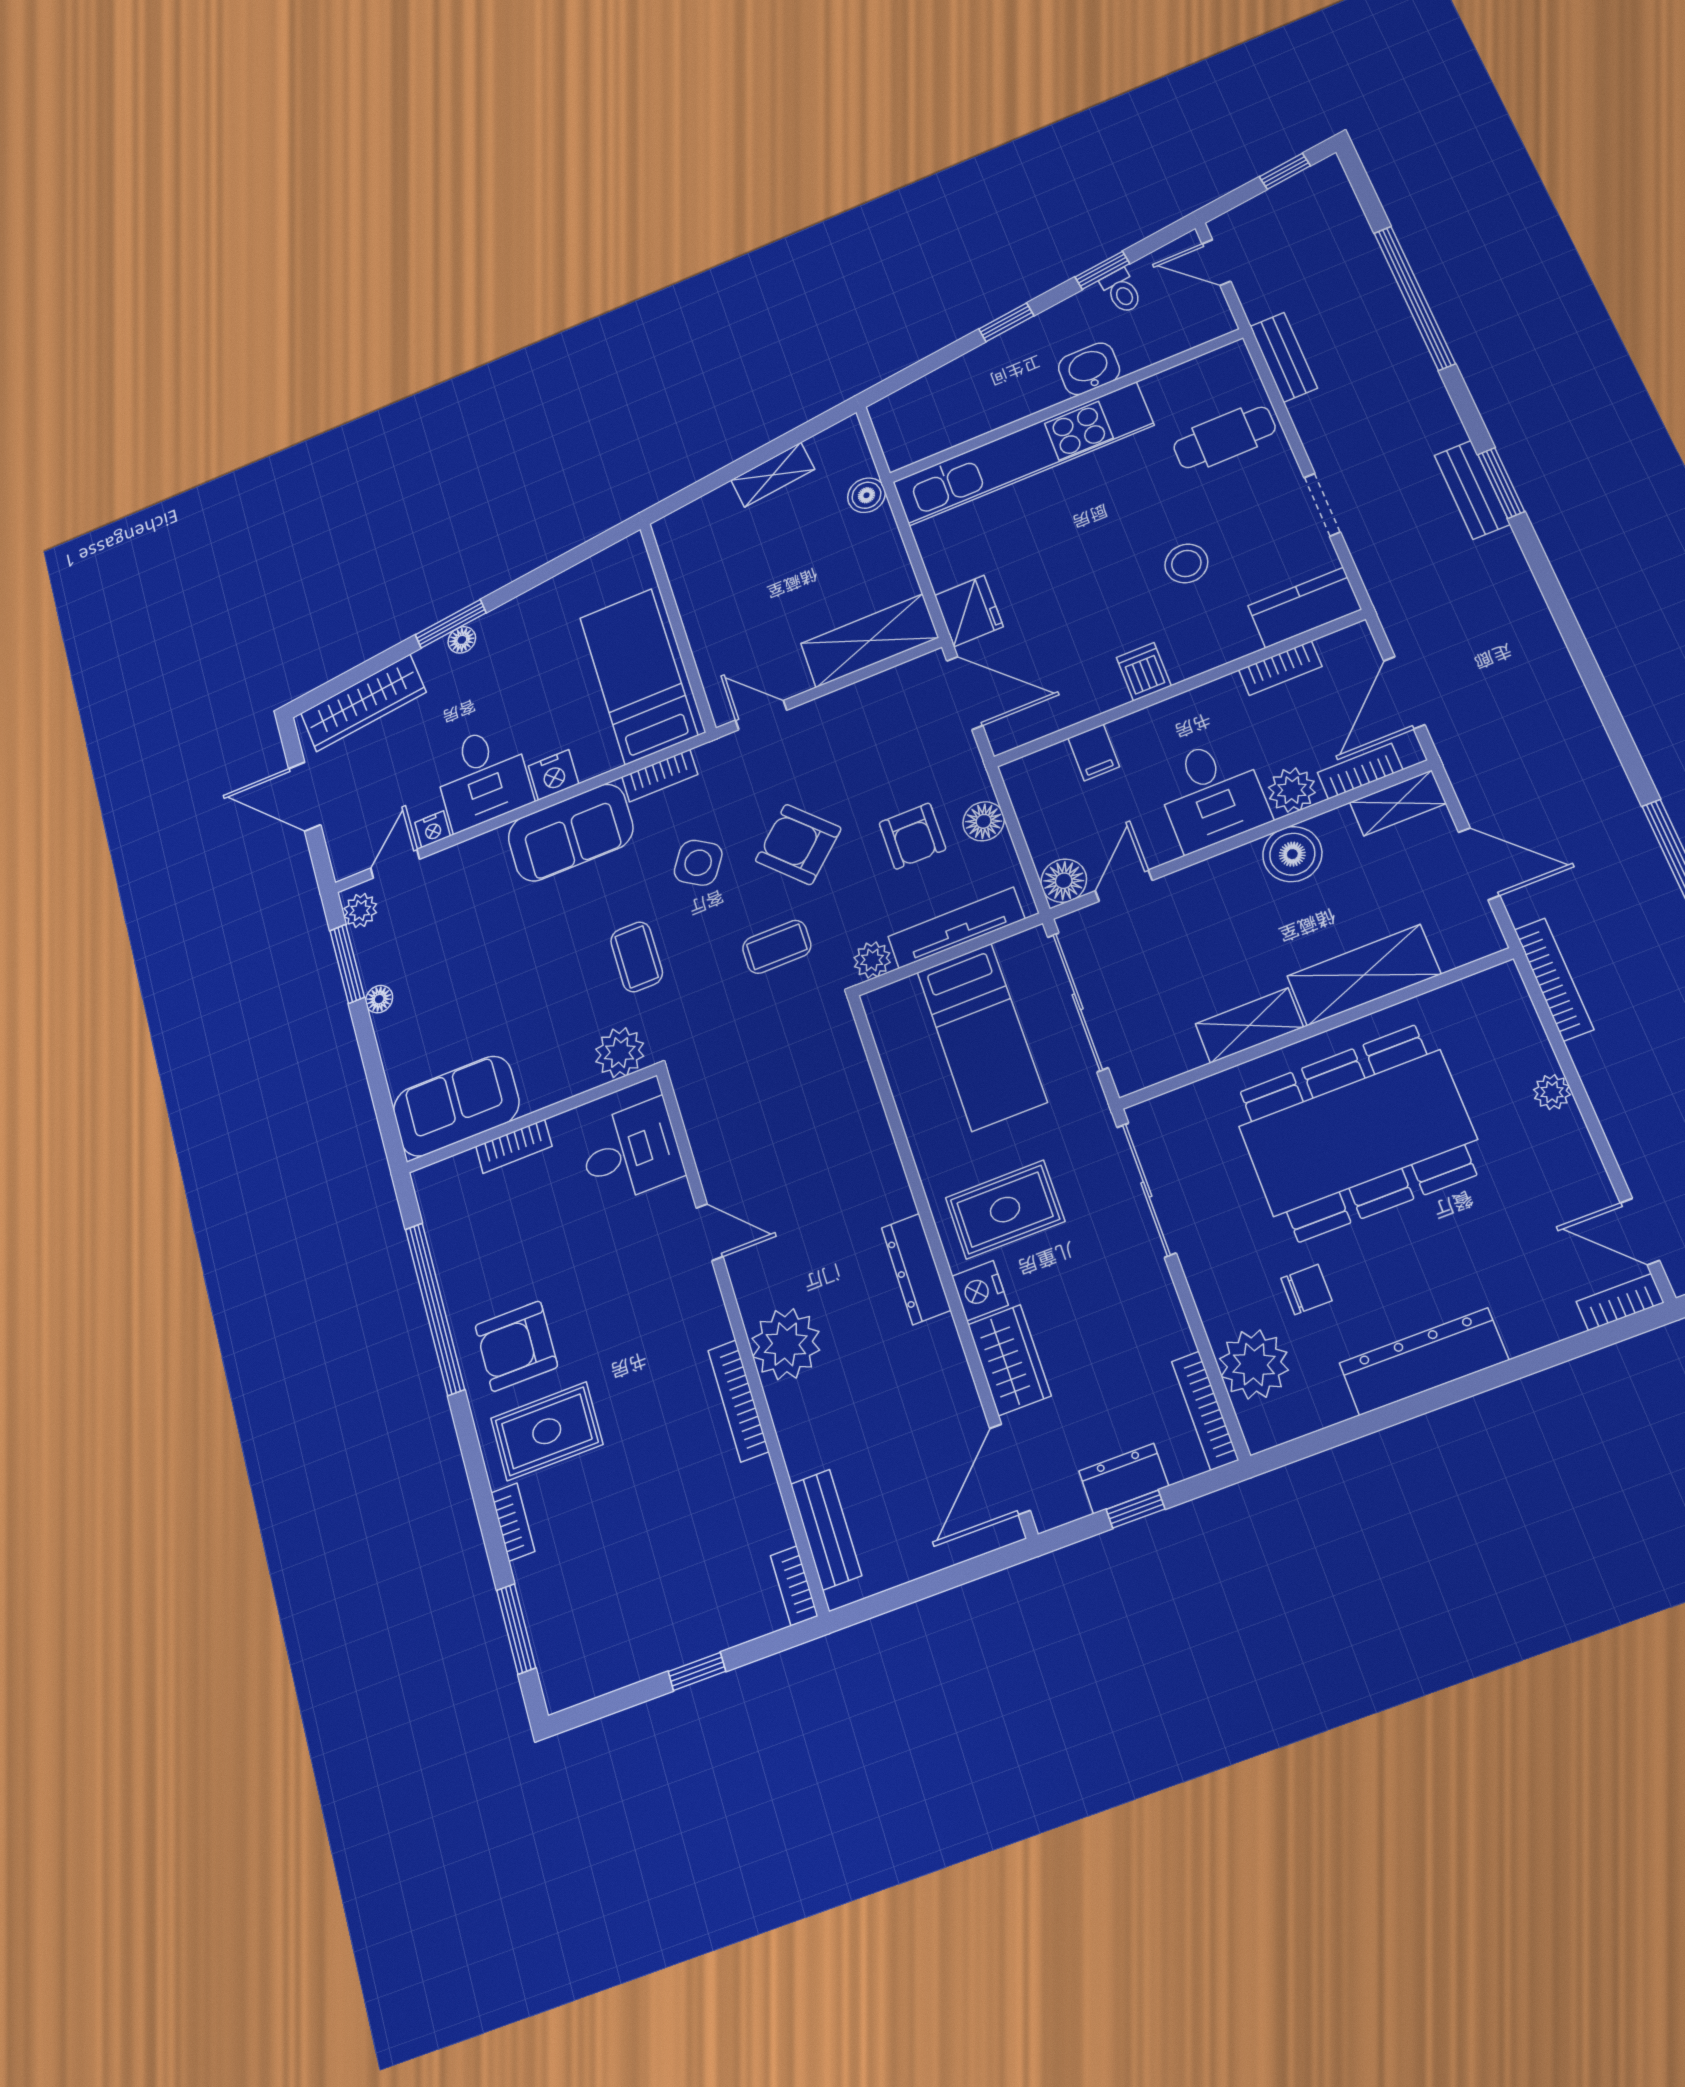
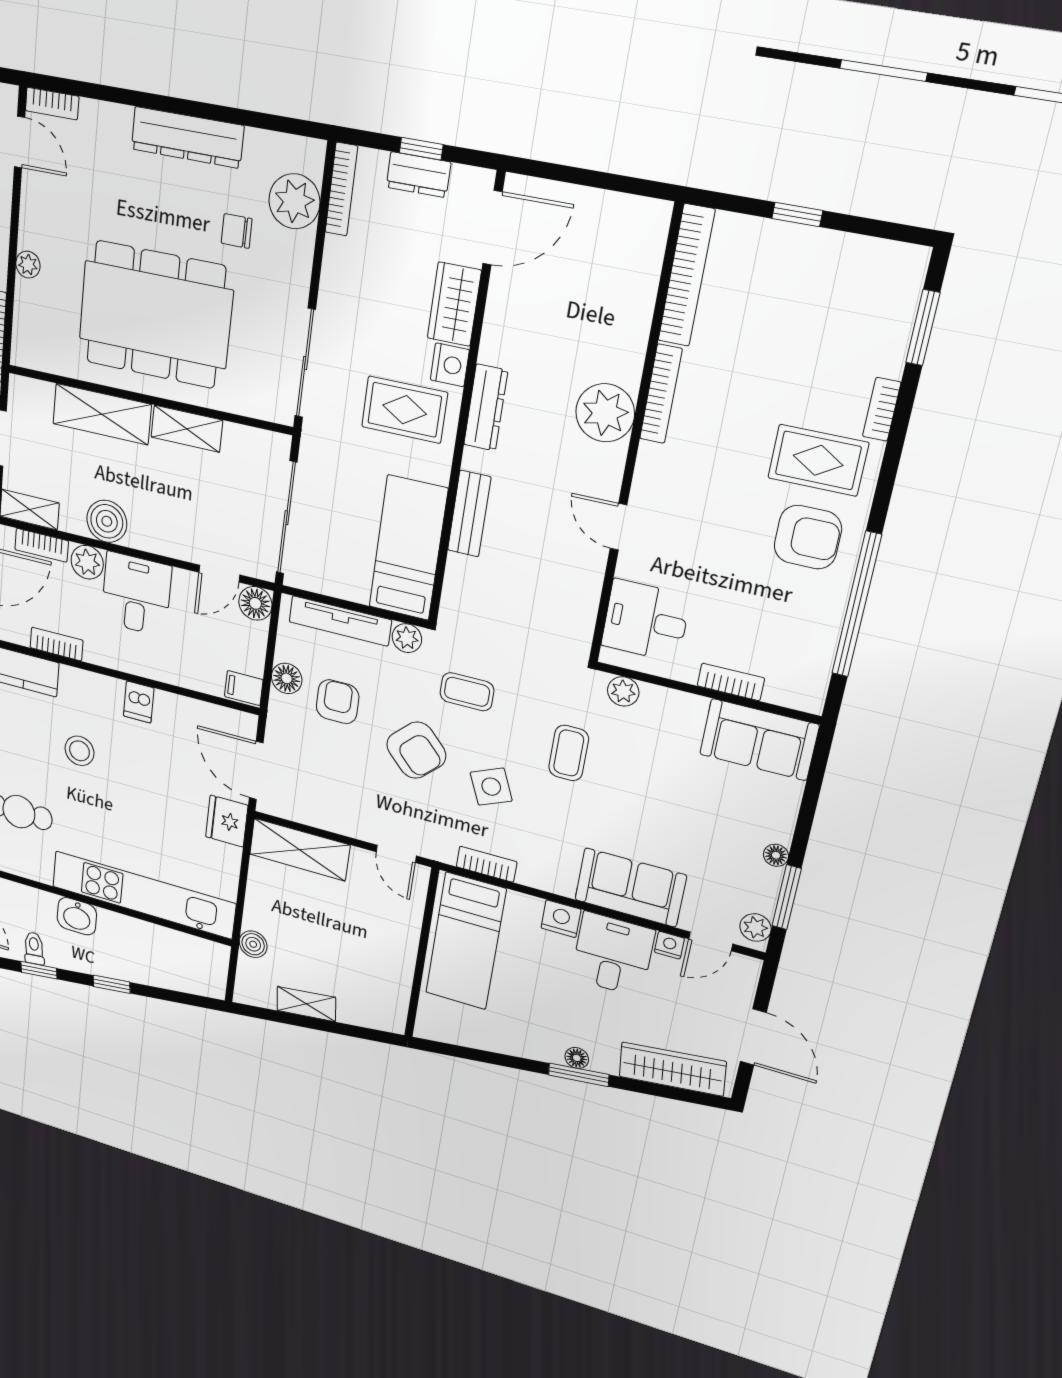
filing cabinet: (1094, 752) -> (244, 688), moved, turned -90
sofa: (571, 833) -> (630, 888), moved
side table: (698, 863) -> (491, 787), turned 34
bed: (982, 1037) -> (408, 548), moved
plant: (620, 1053) -> (623, 691), width x0.73, depth x0.73
bench: (826, 1530) -> (469, 514), moved
bookcase: (794, 1586) -> (686, 275), width x2.31, depth x1.31

